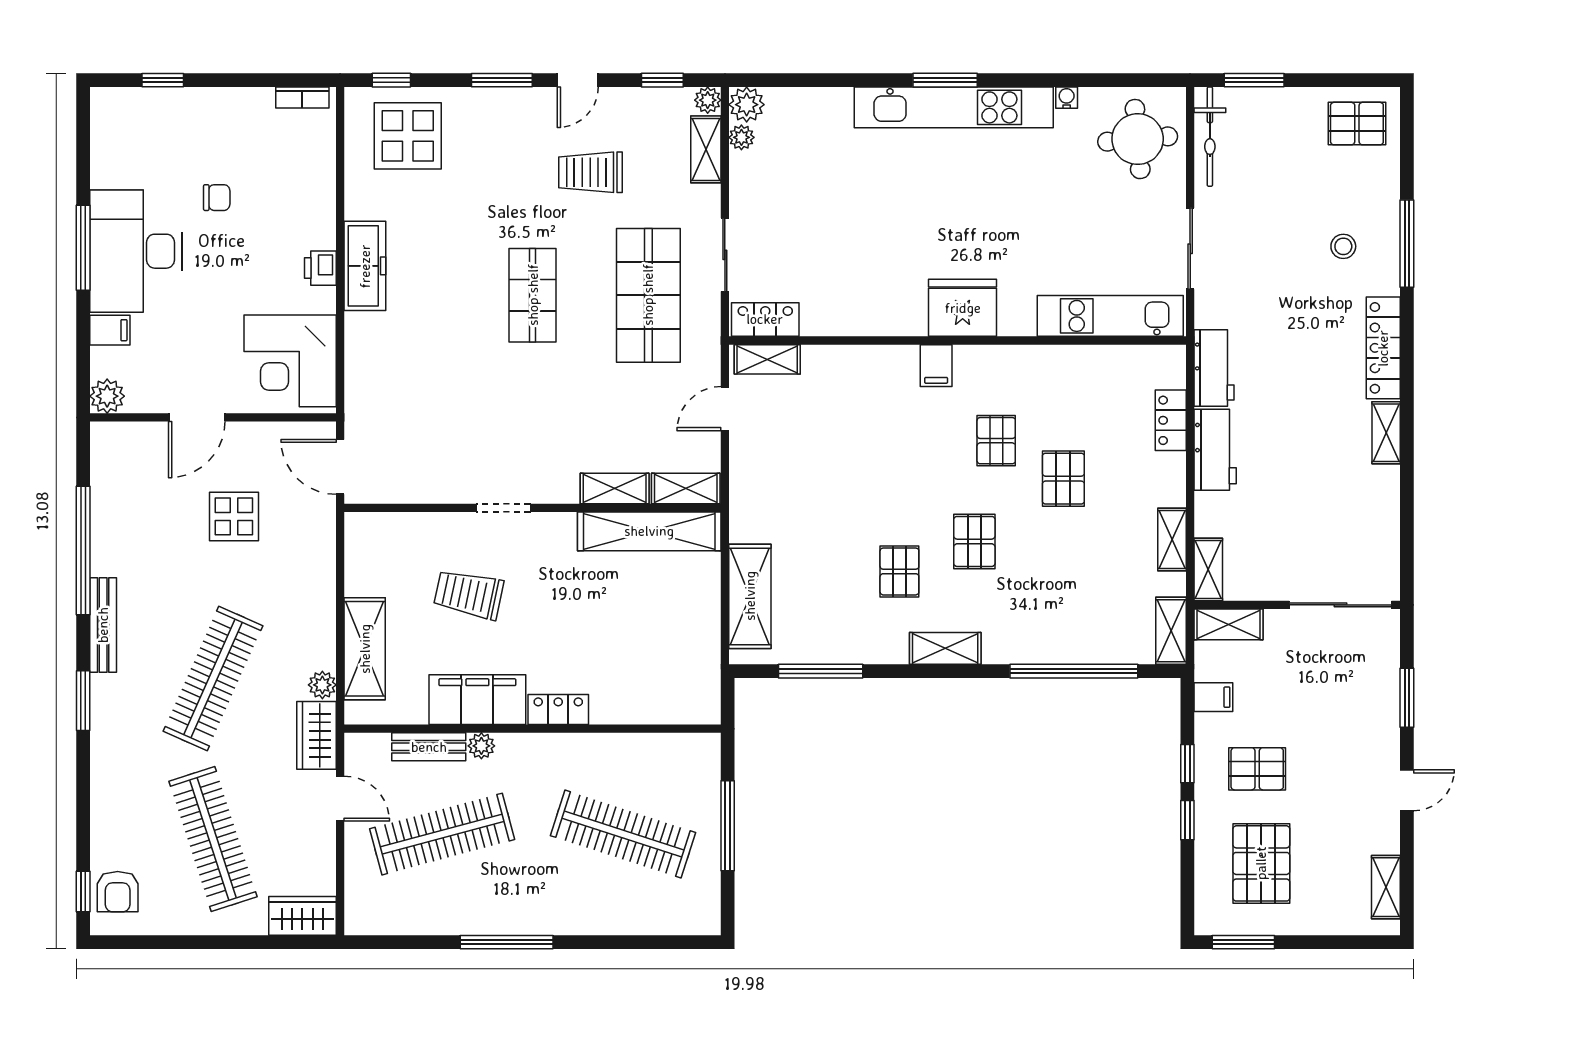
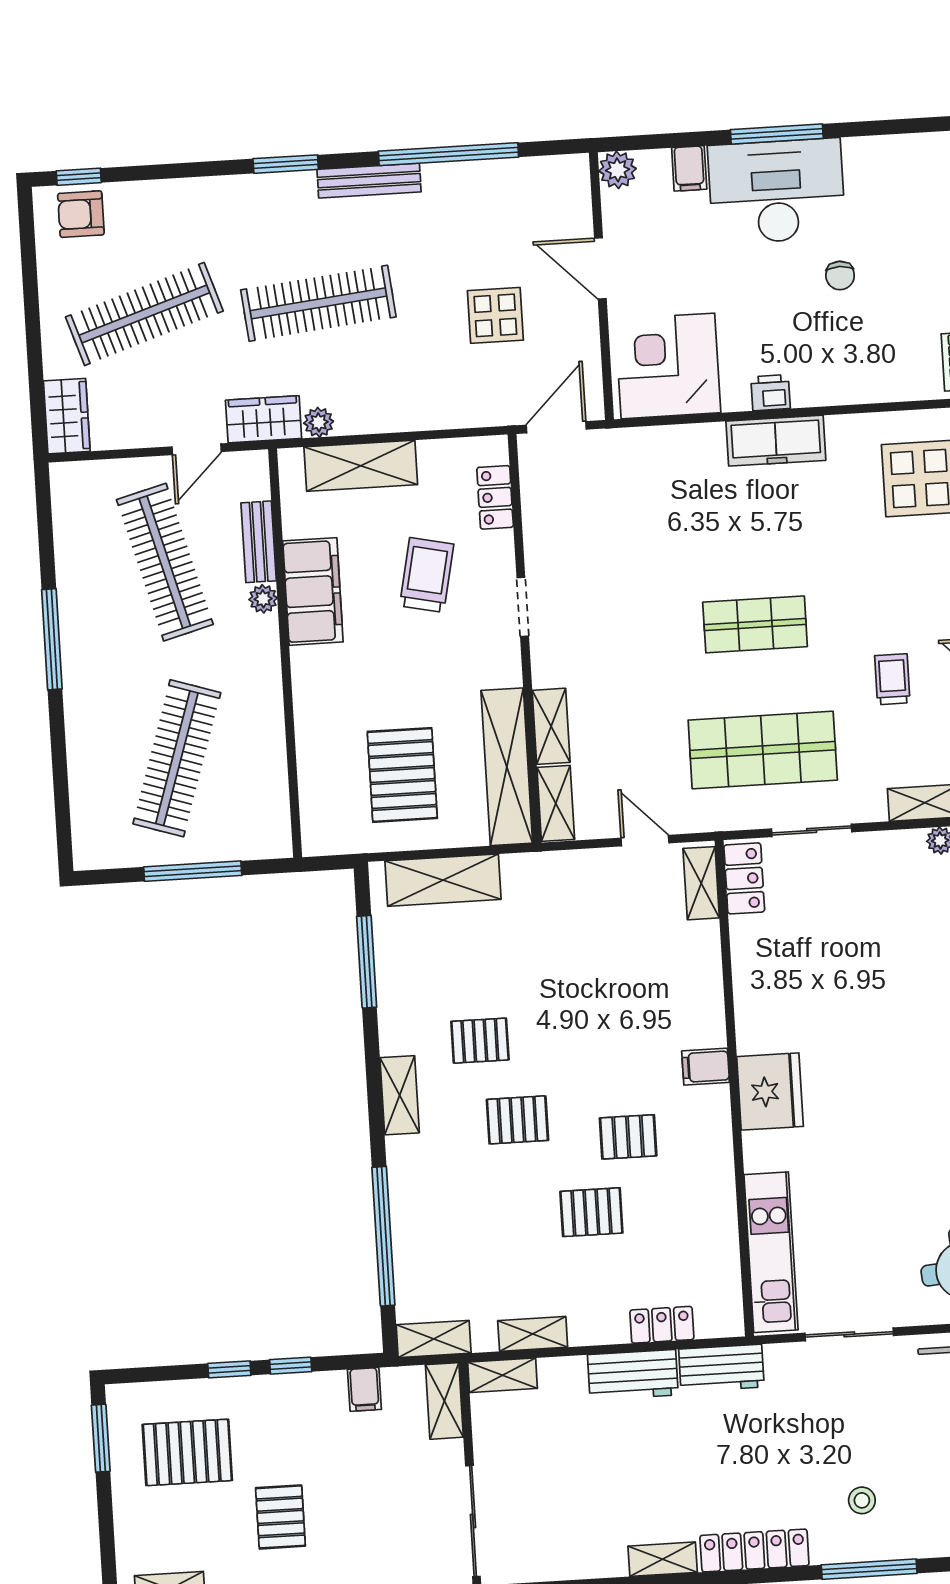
trolley: (591, 172) -> (892, 679), width x0.73, depth x0.72
pallet: (651, 628) -> (402, 775), added
clothes rail: (213, 678) -> (318, 303), turned -30
locker: (558, 709) -> (495, 497), moved, turned 180
pallet: (1257, 769) -> (280, 1517), moved

